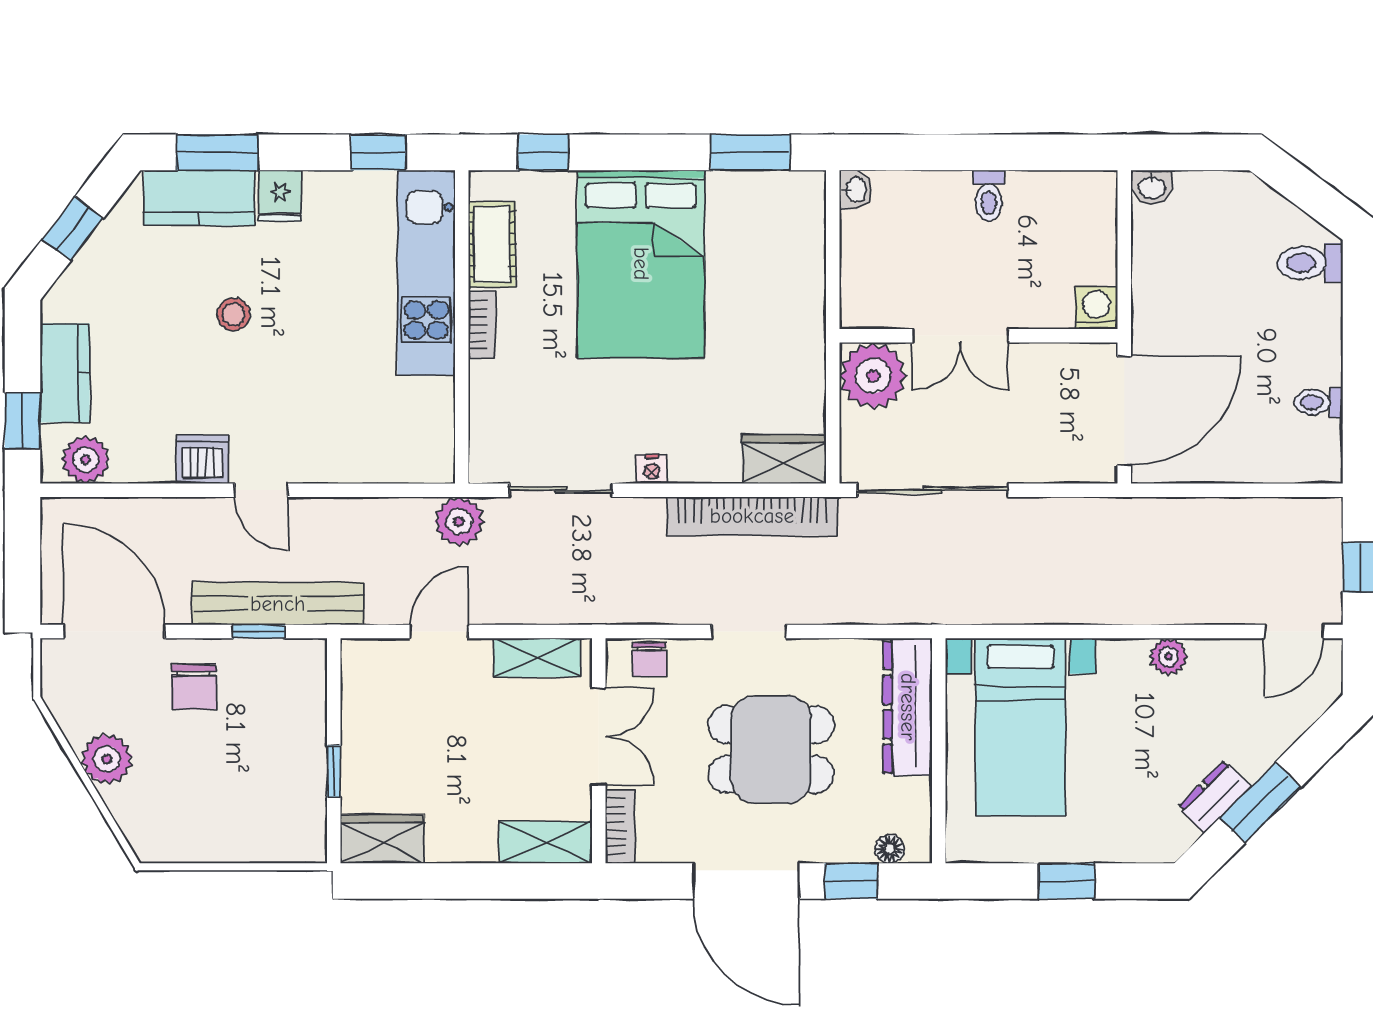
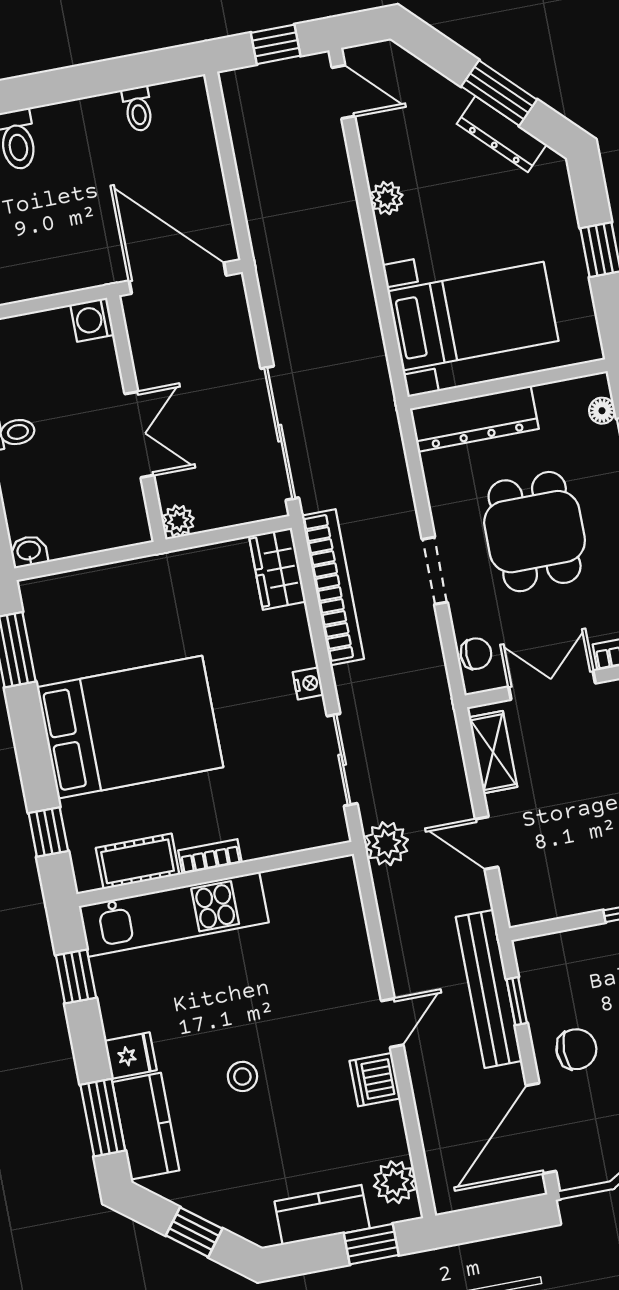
plant: (873, 376) -> (178, 521), width x0.53, depth x0.53
dresser: (1214, 797) -> (502, 134), width x1.44

